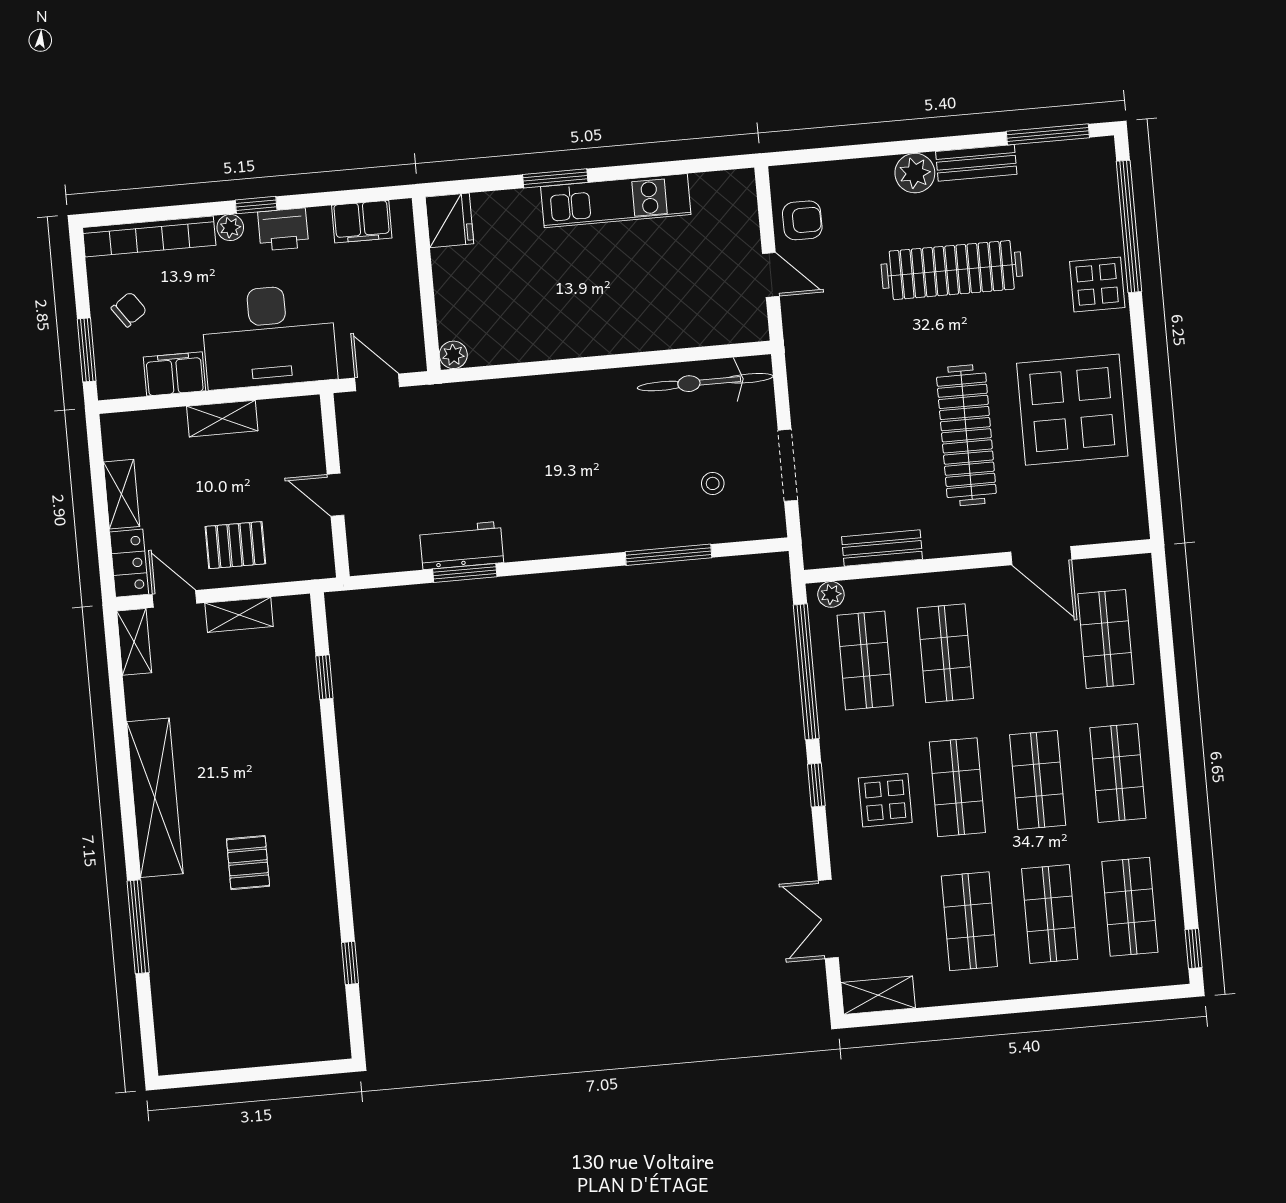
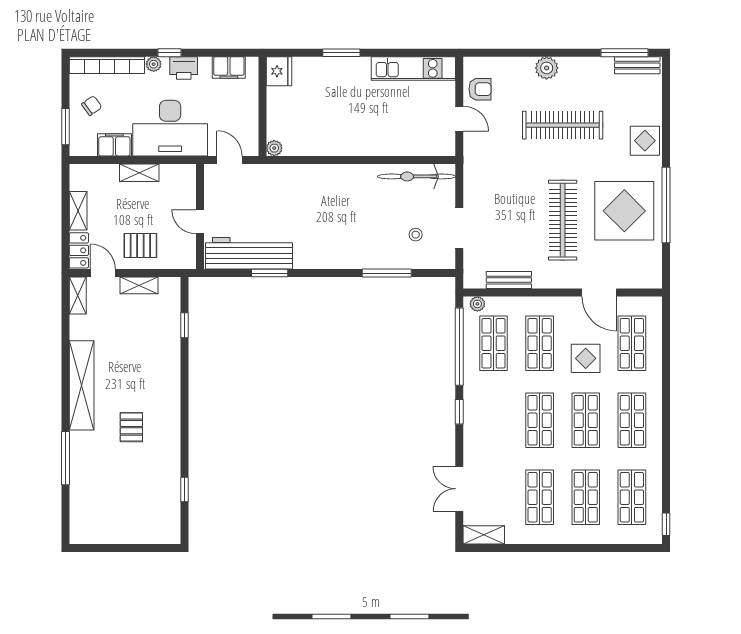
bench: (976, 163) -> (637, 65), moved
kitchen unit: (616, 201) -> (413, 68), moved
window: (1129, 226) -> (666, 205), moved
workbench: (461, 545) -> (249, 253), width x1.88, depth x1.32
display table: (885, 800) -> (586, 358), moved

